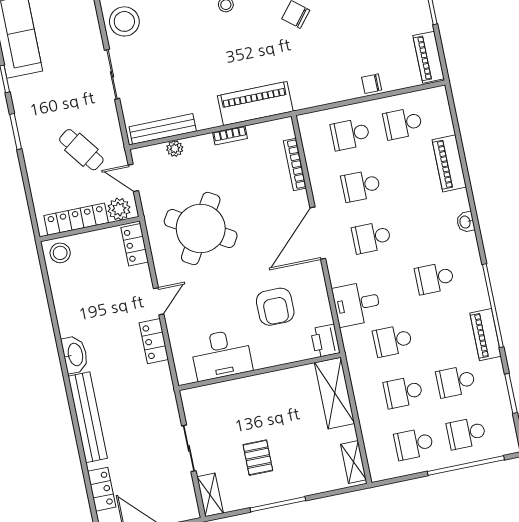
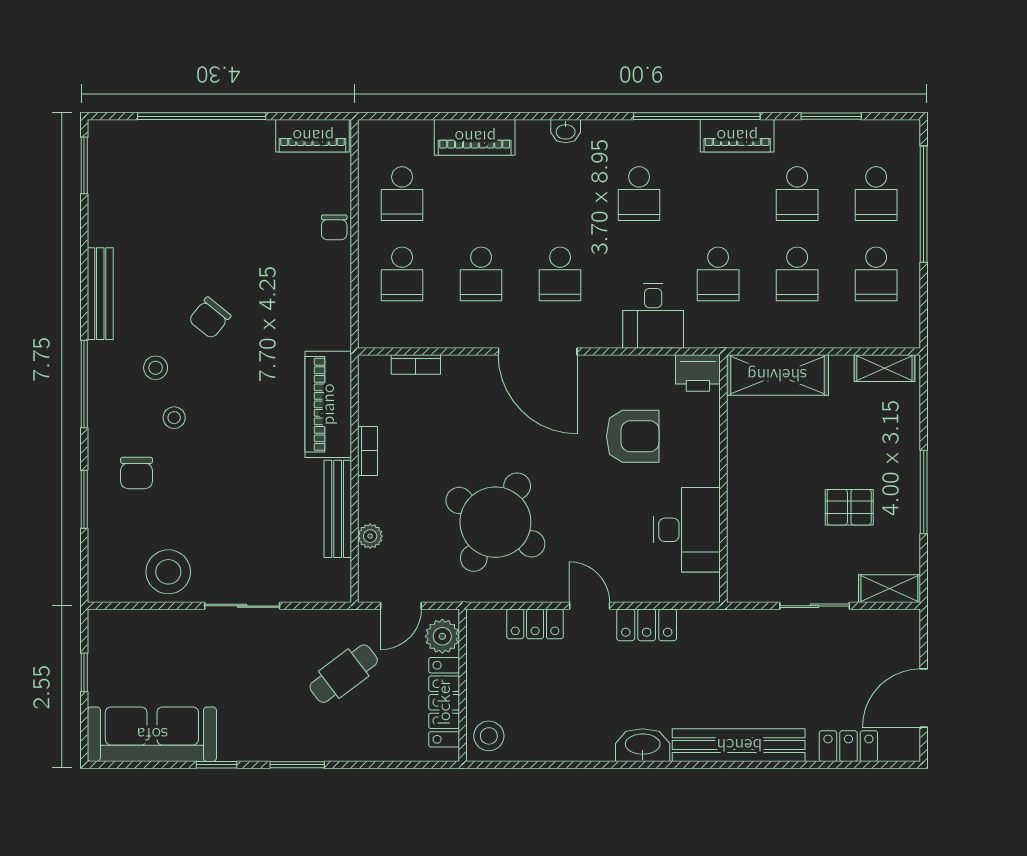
bench: (163, 129) -> (338, 509), moved
bookcase: (295, 164) -> (416, 364), width x0.64
locker: (135, 245) -> (535, 624), moved

